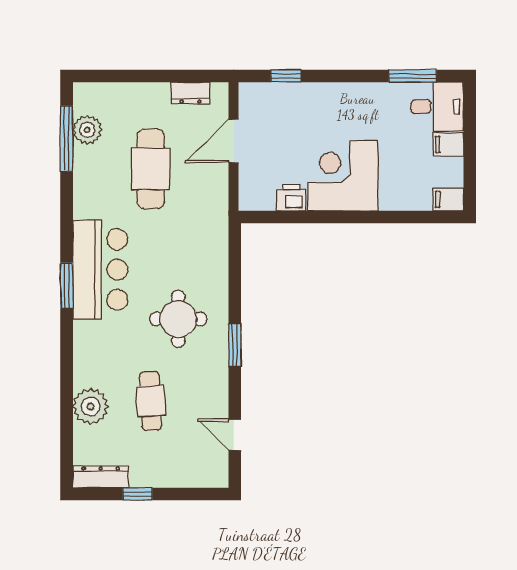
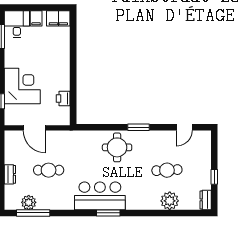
dresser: (190, 93) -> (10, 174), moved
cafe table: (151, 169) -> (49, 170), width x0.73, depth x0.74
corner desk: (343, 176) -> (22, 86), moved, turned 180
filing cabinet: (448, 199) -> (58, 18), width x2.00
round table: (178, 319) -> (117, 147), moved
dresser: (101, 477) -> (206, 200), width x0.70

